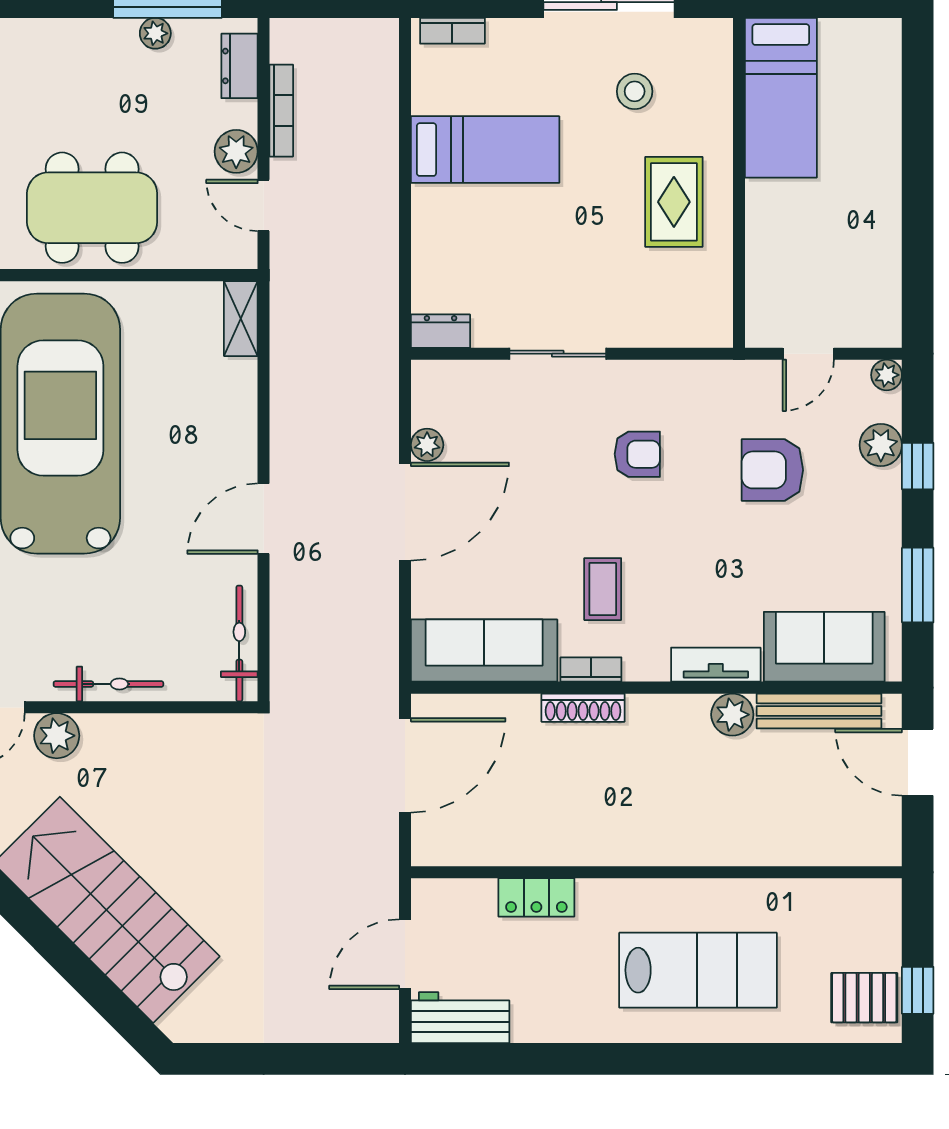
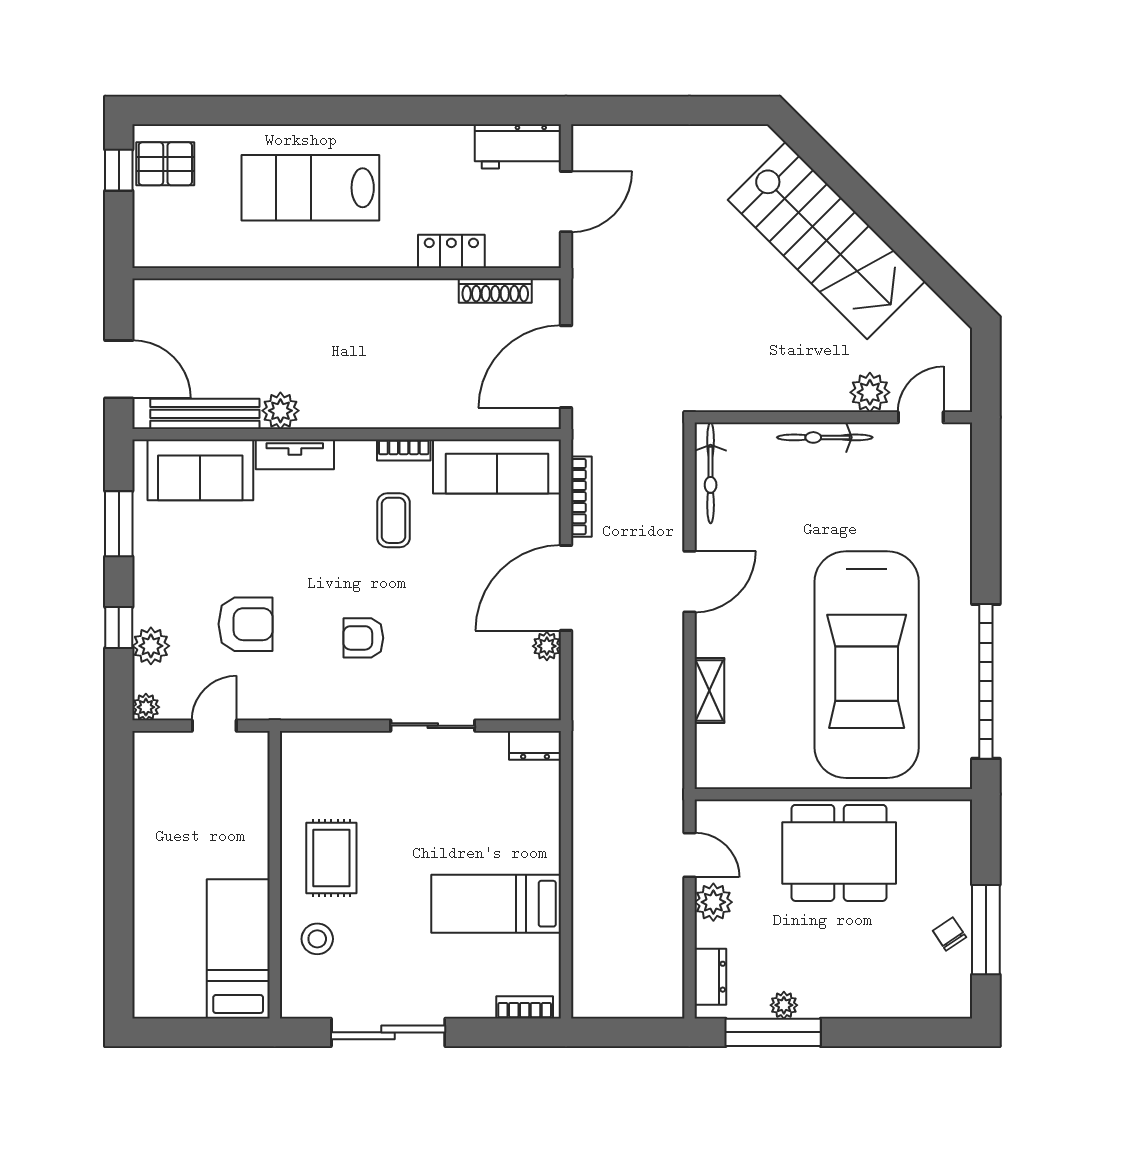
stool: (635, 91) -> (317, 939), moved
bookcase: (281, 111) -> (581, 497), moved, turned 180
shelving: (241, 319) -> (709, 691), moved
shoe rack: (583, 708) -> (495, 291), moved, turned 180

